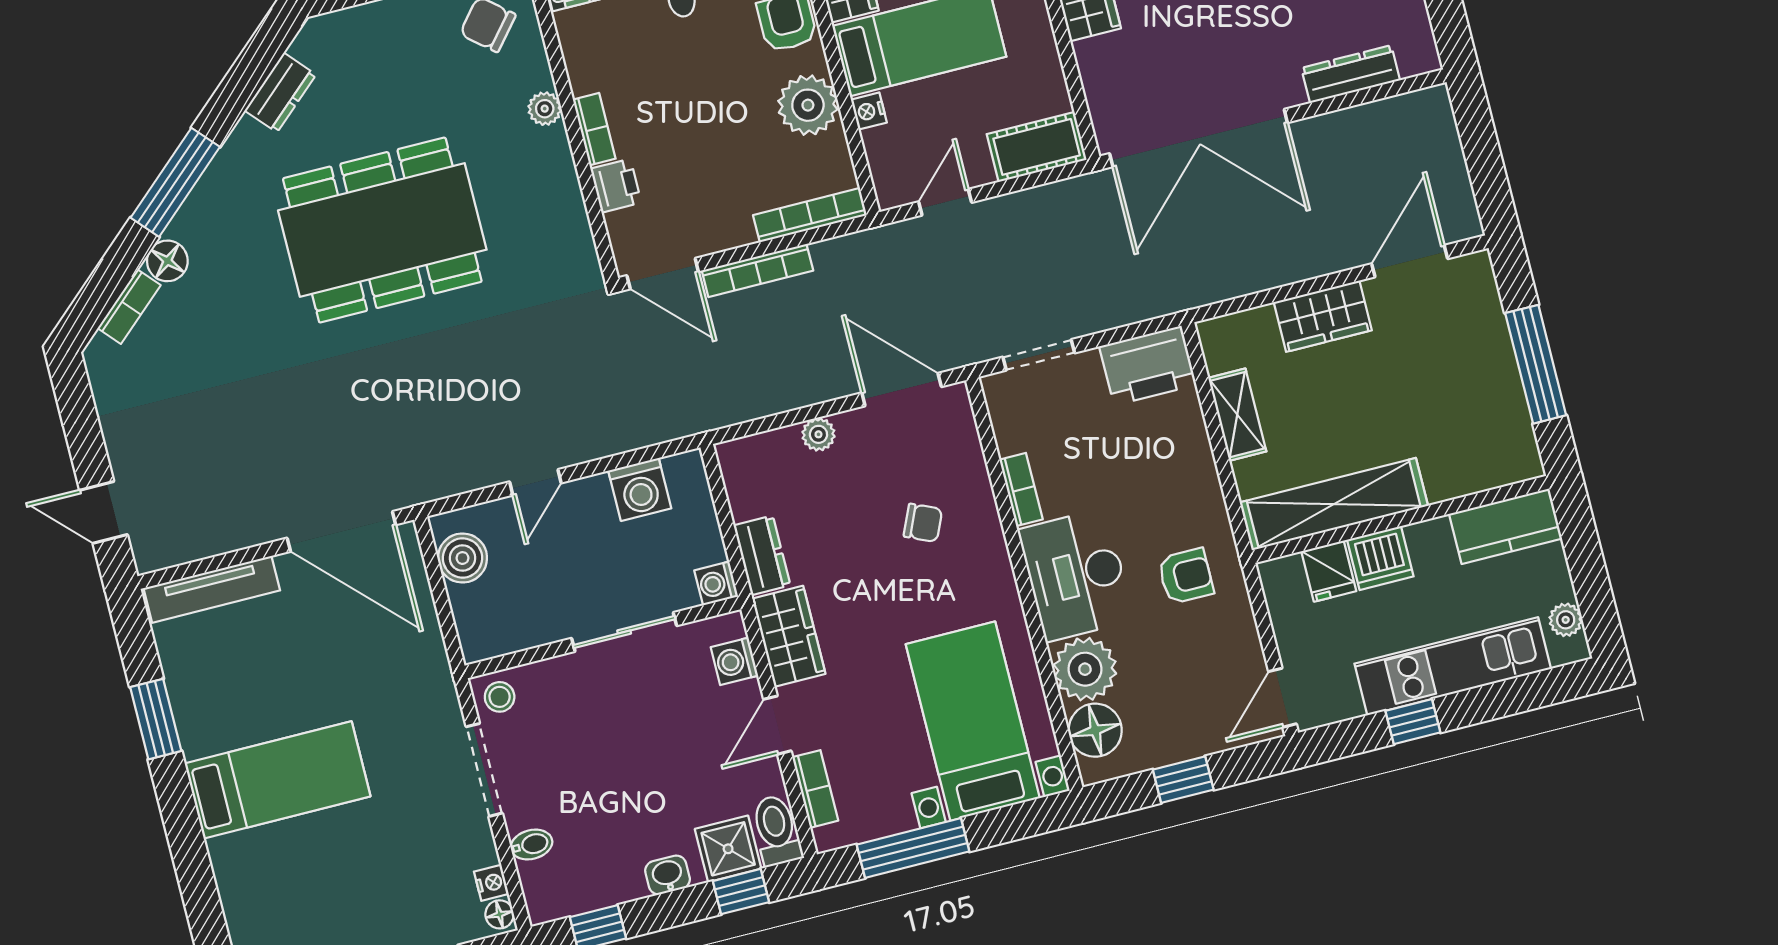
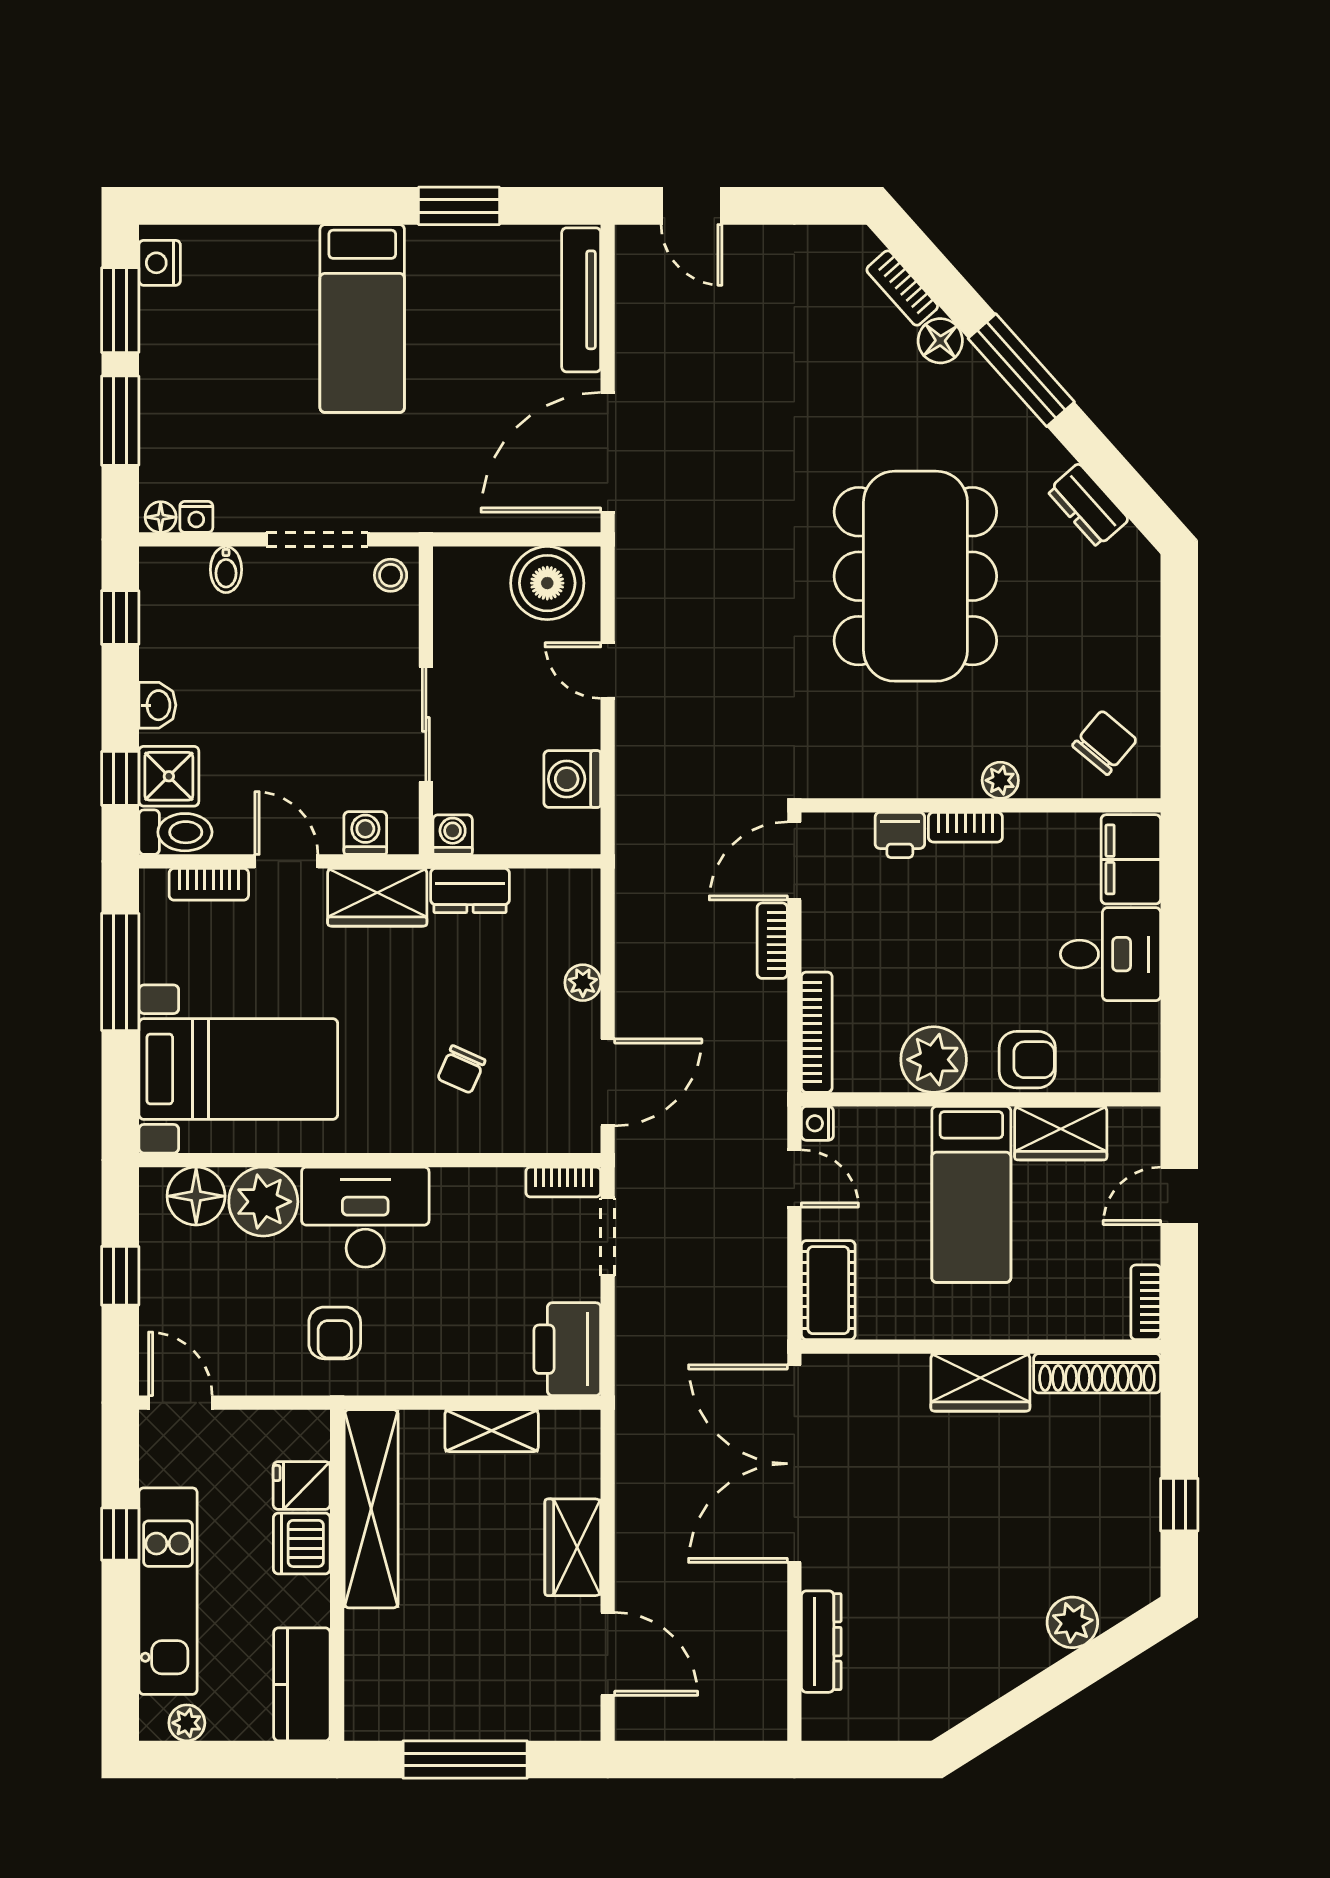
nightstand: (869, 111) -> (817, 1123), moved, turned -90
bookcase: (757, 271) -> (772, 941), width x0.64
bookcase: (1021, 490) -> (563, 1182), moved
door: (103, 512) -> (692, 206), swing flipped
boiler: (463, 558) -> (547, 583), width x1.37, depth x1.37

